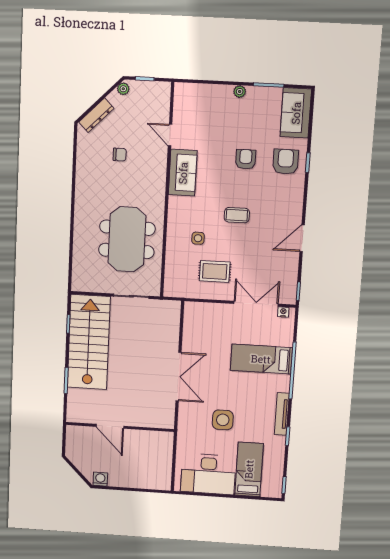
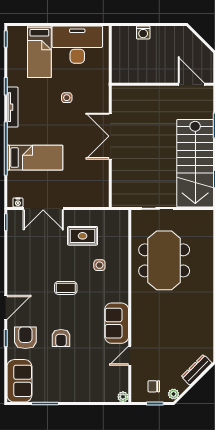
plant: (240, 92) -> (123, 397), moved
door: (170, 135) -> (130, 356), swing flipped
chair: (120, 155) -> (154, 386), moved
armchair: (286, 162) -> (25, 338), turned 180
door: (302, 238) -> (6, 307), moved
side table: (223, 420) -> (67, 98), width x0.54, depth x0.54
door: (110, 426) -> (191, 84), moved
washing machine: (100, 479) -> (143, 32), moved

